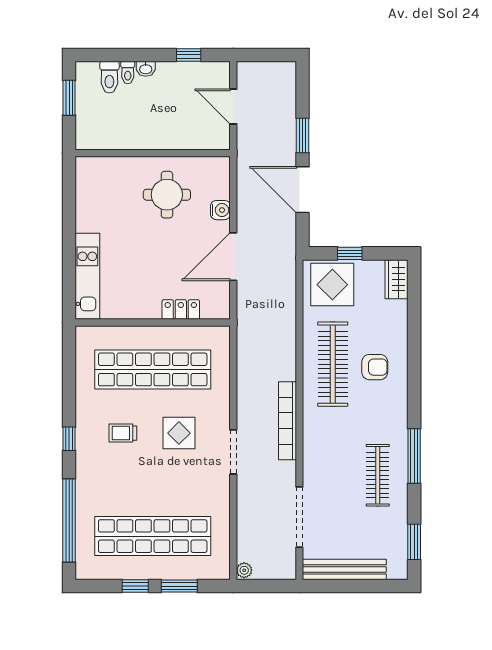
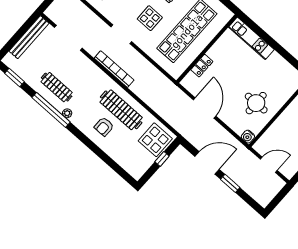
water cooler: (220, 210) -> (248, 137), moved
wardrobe: (396, 279) -> (133, 169), removed
plant: (400, 431) -> (67, 113), added
window: (414, 456) -> (51, 110), width x1.46

